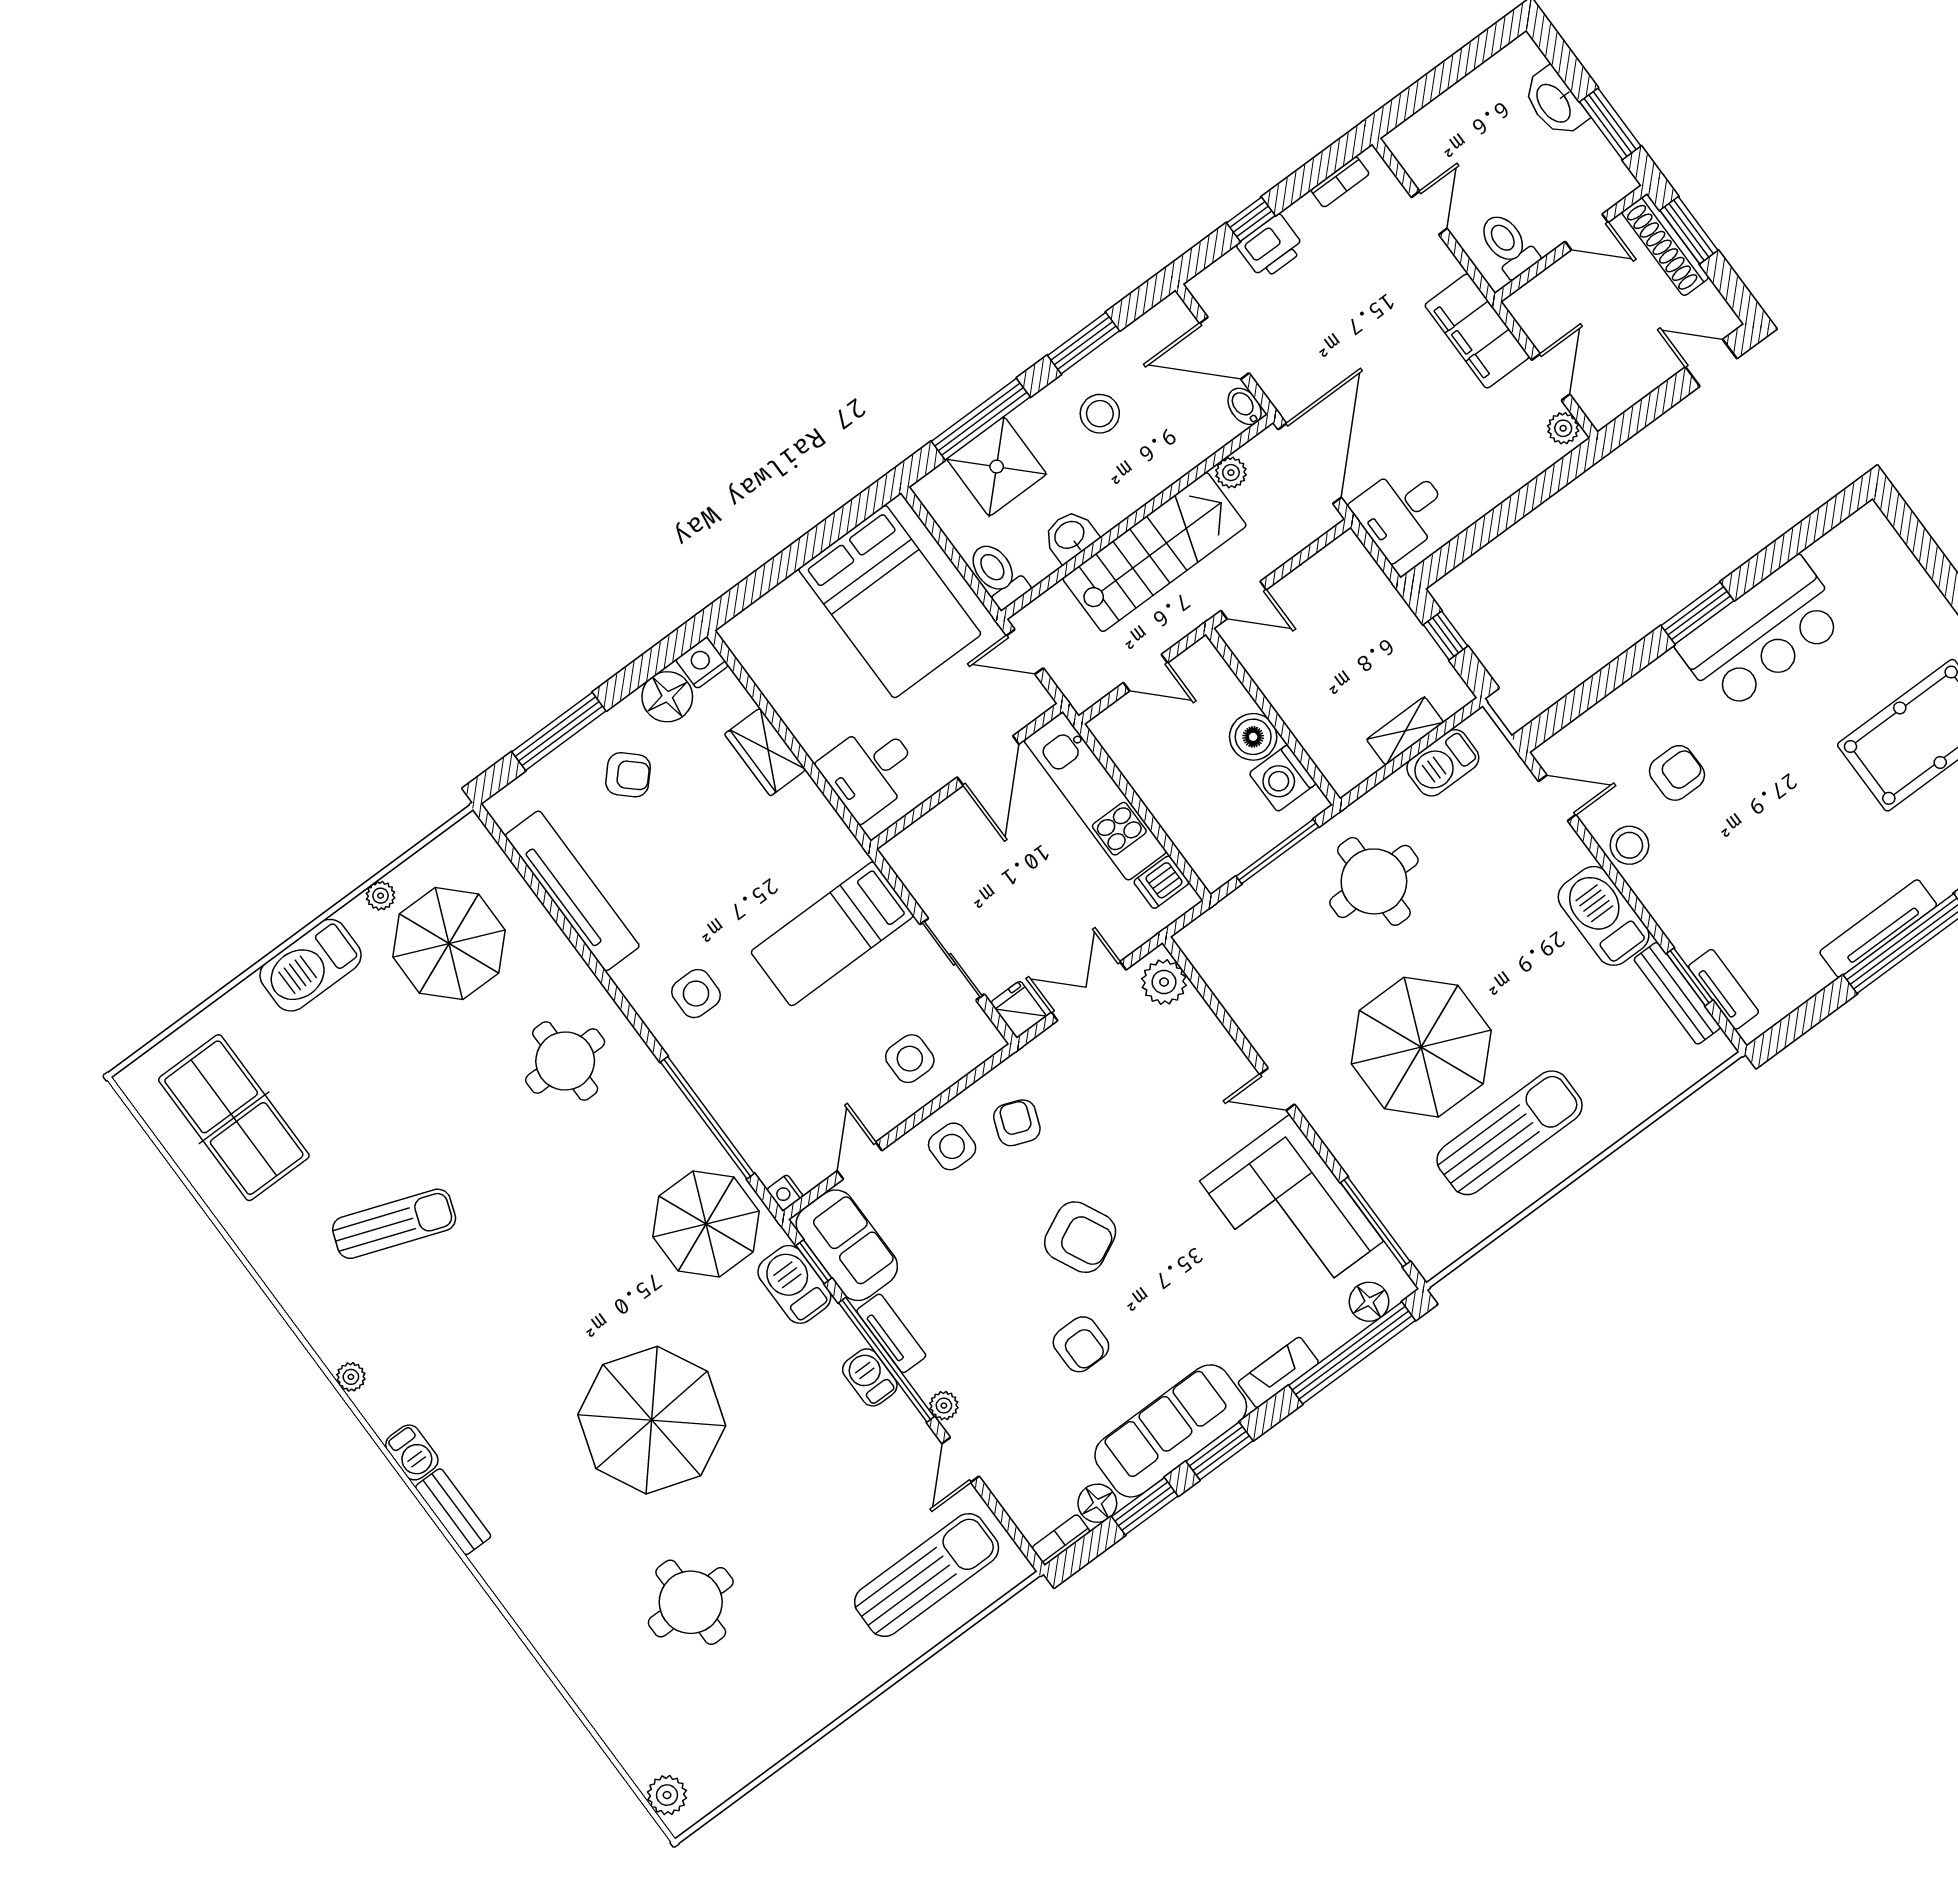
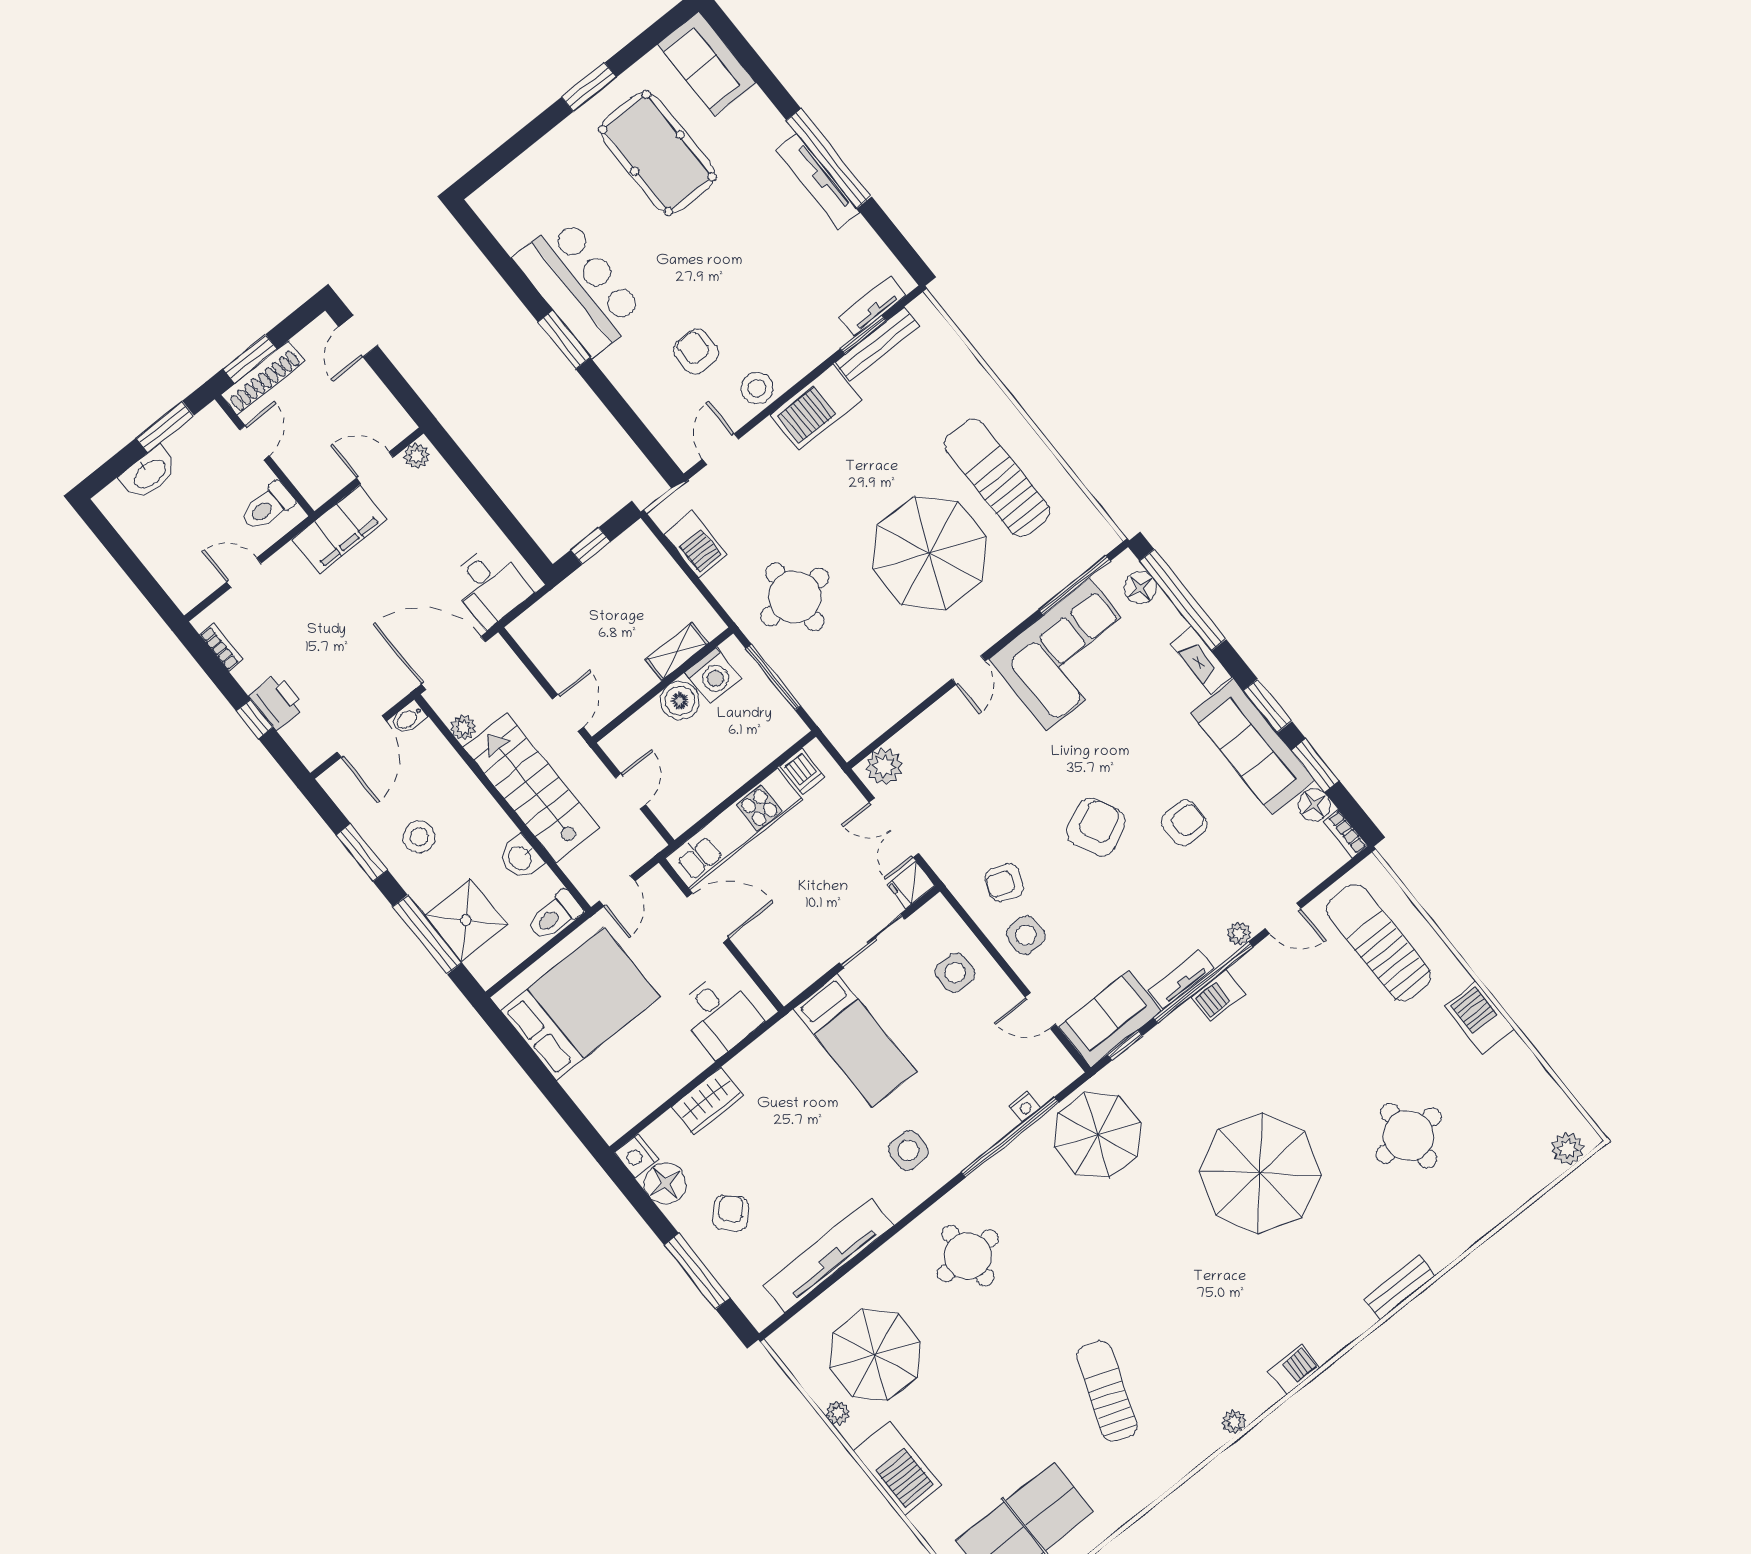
shelving: (1405, 731) -> (677, 652), moved, turned 90
nightstand: (785, 1193) -> (1025, 1107), moved
barbecue: (794, 1284) -> (1479, 1018), moved, turned 90
bench: (453, 1512) -> (1400, 1287), moved

